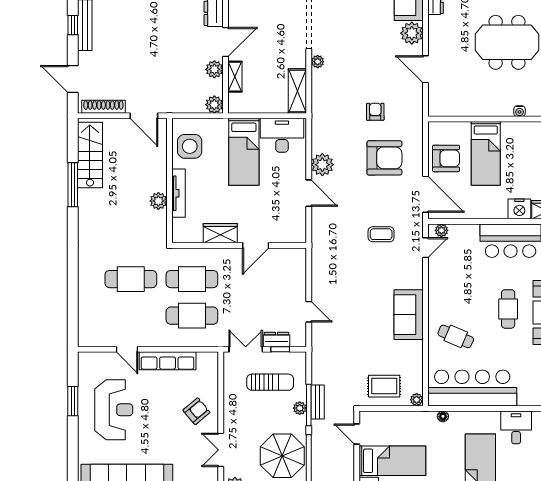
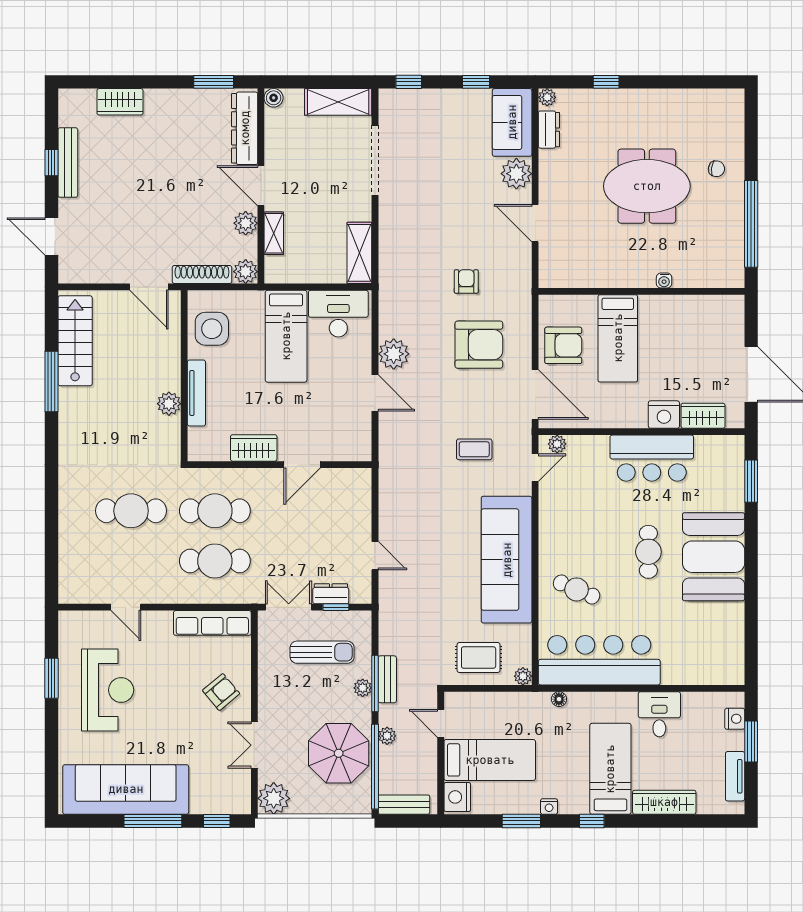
door: (226, 42) -> (261, 186), swing flipped
plant: (318, 62) -> (387, 736), moved
shoe rack: (103, 107) -> (202, 275), moved
sofa: (409, 315) -> (507, 560), width x1.85, depth x1.27
row of seats: (168, 361) -> (212, 623), moved

